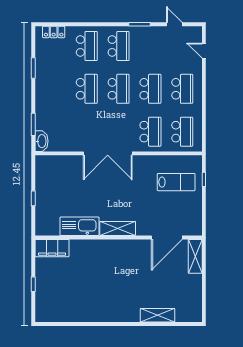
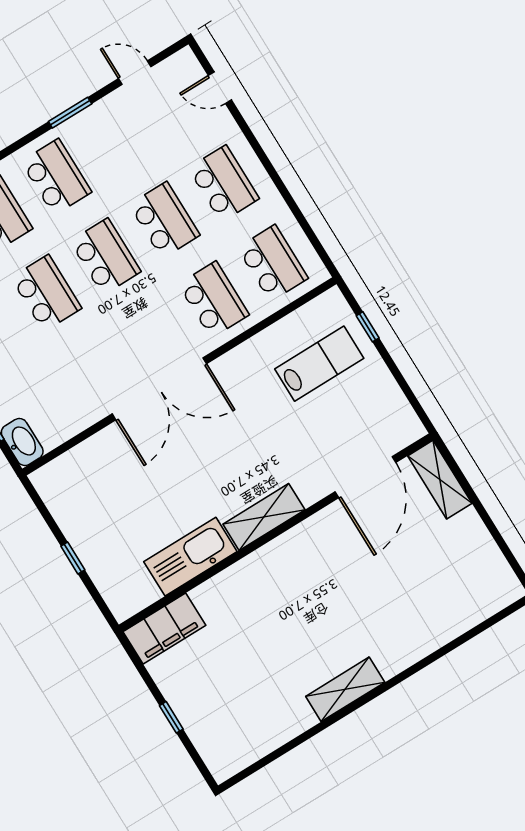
shelving: (157, 315) -> (345, 689), moved

